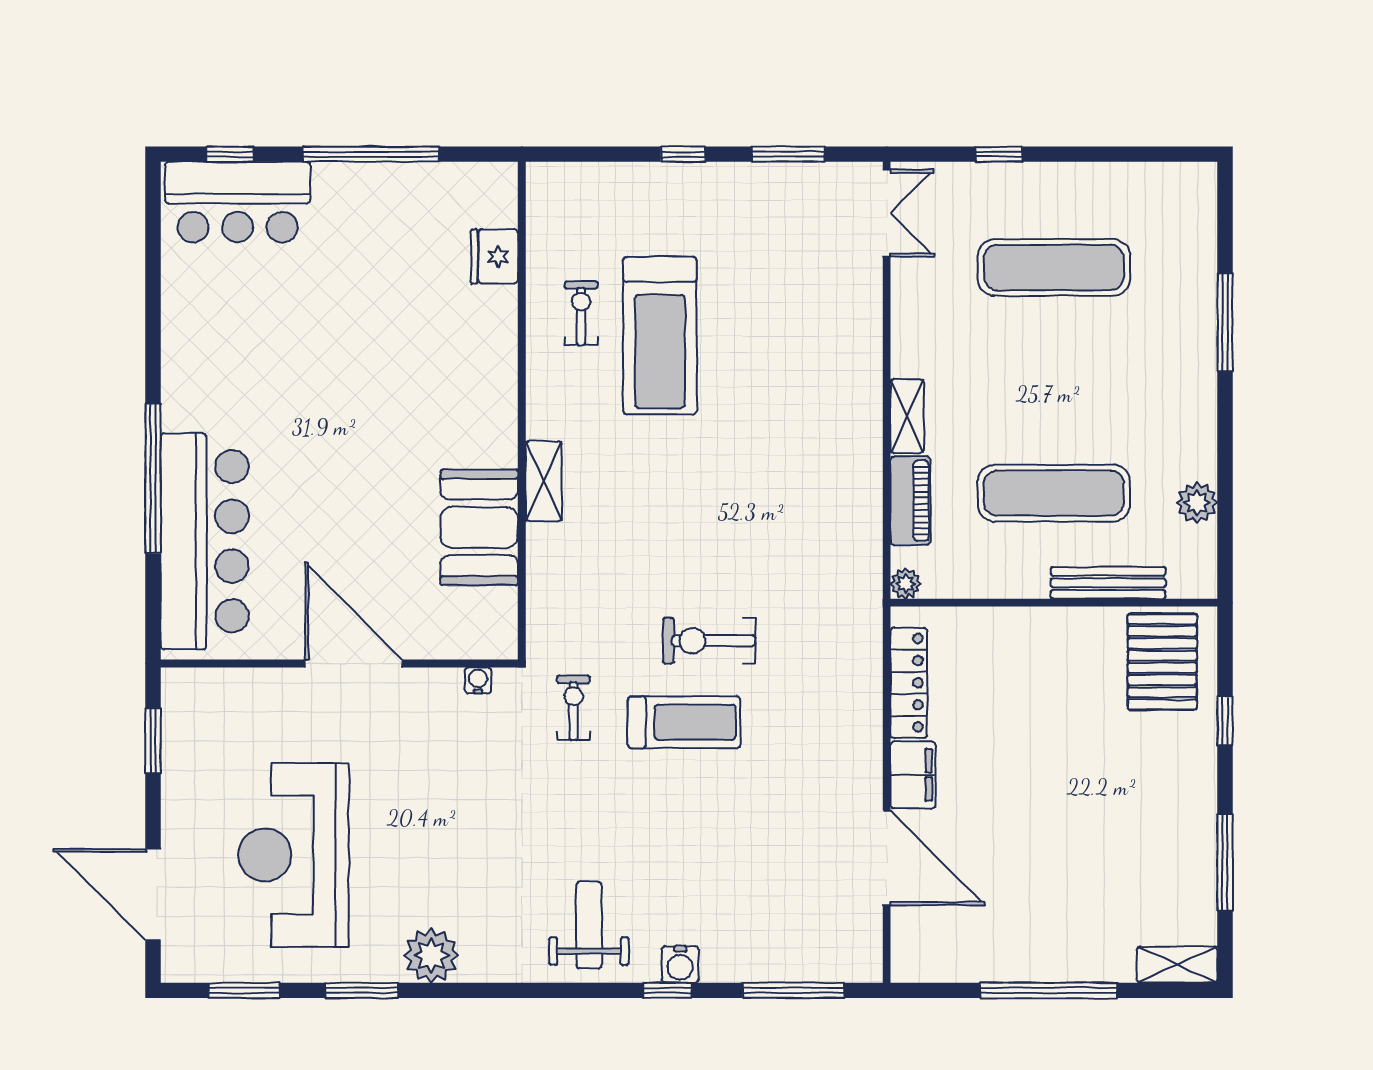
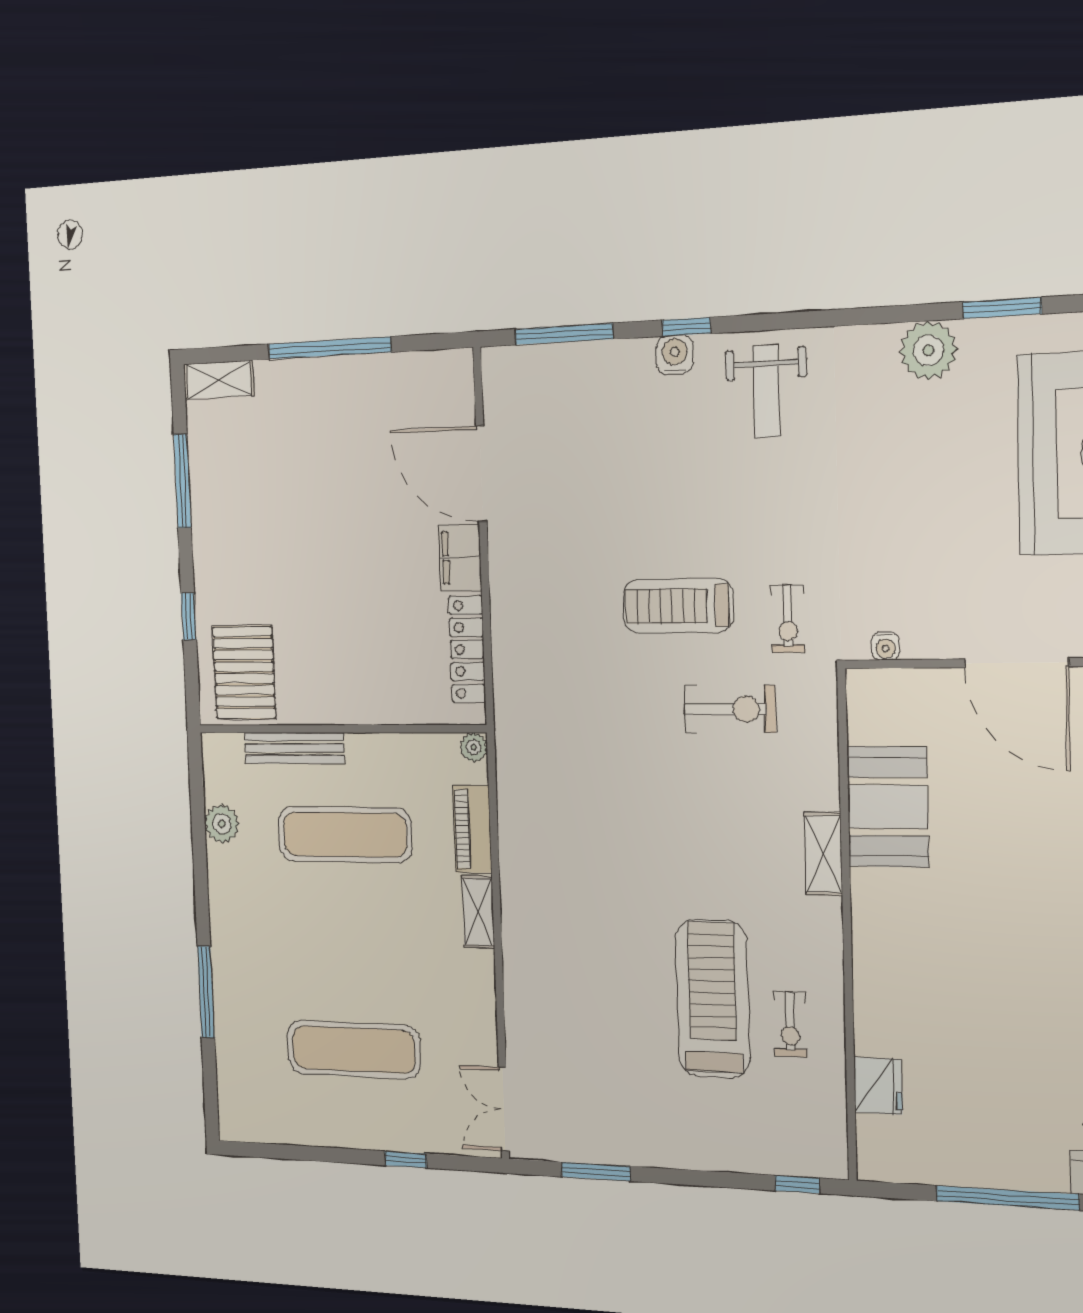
window: (683, 154) -> (797, 1184), moved
exercise bike: (709, 641) -> (730, 709), moved

